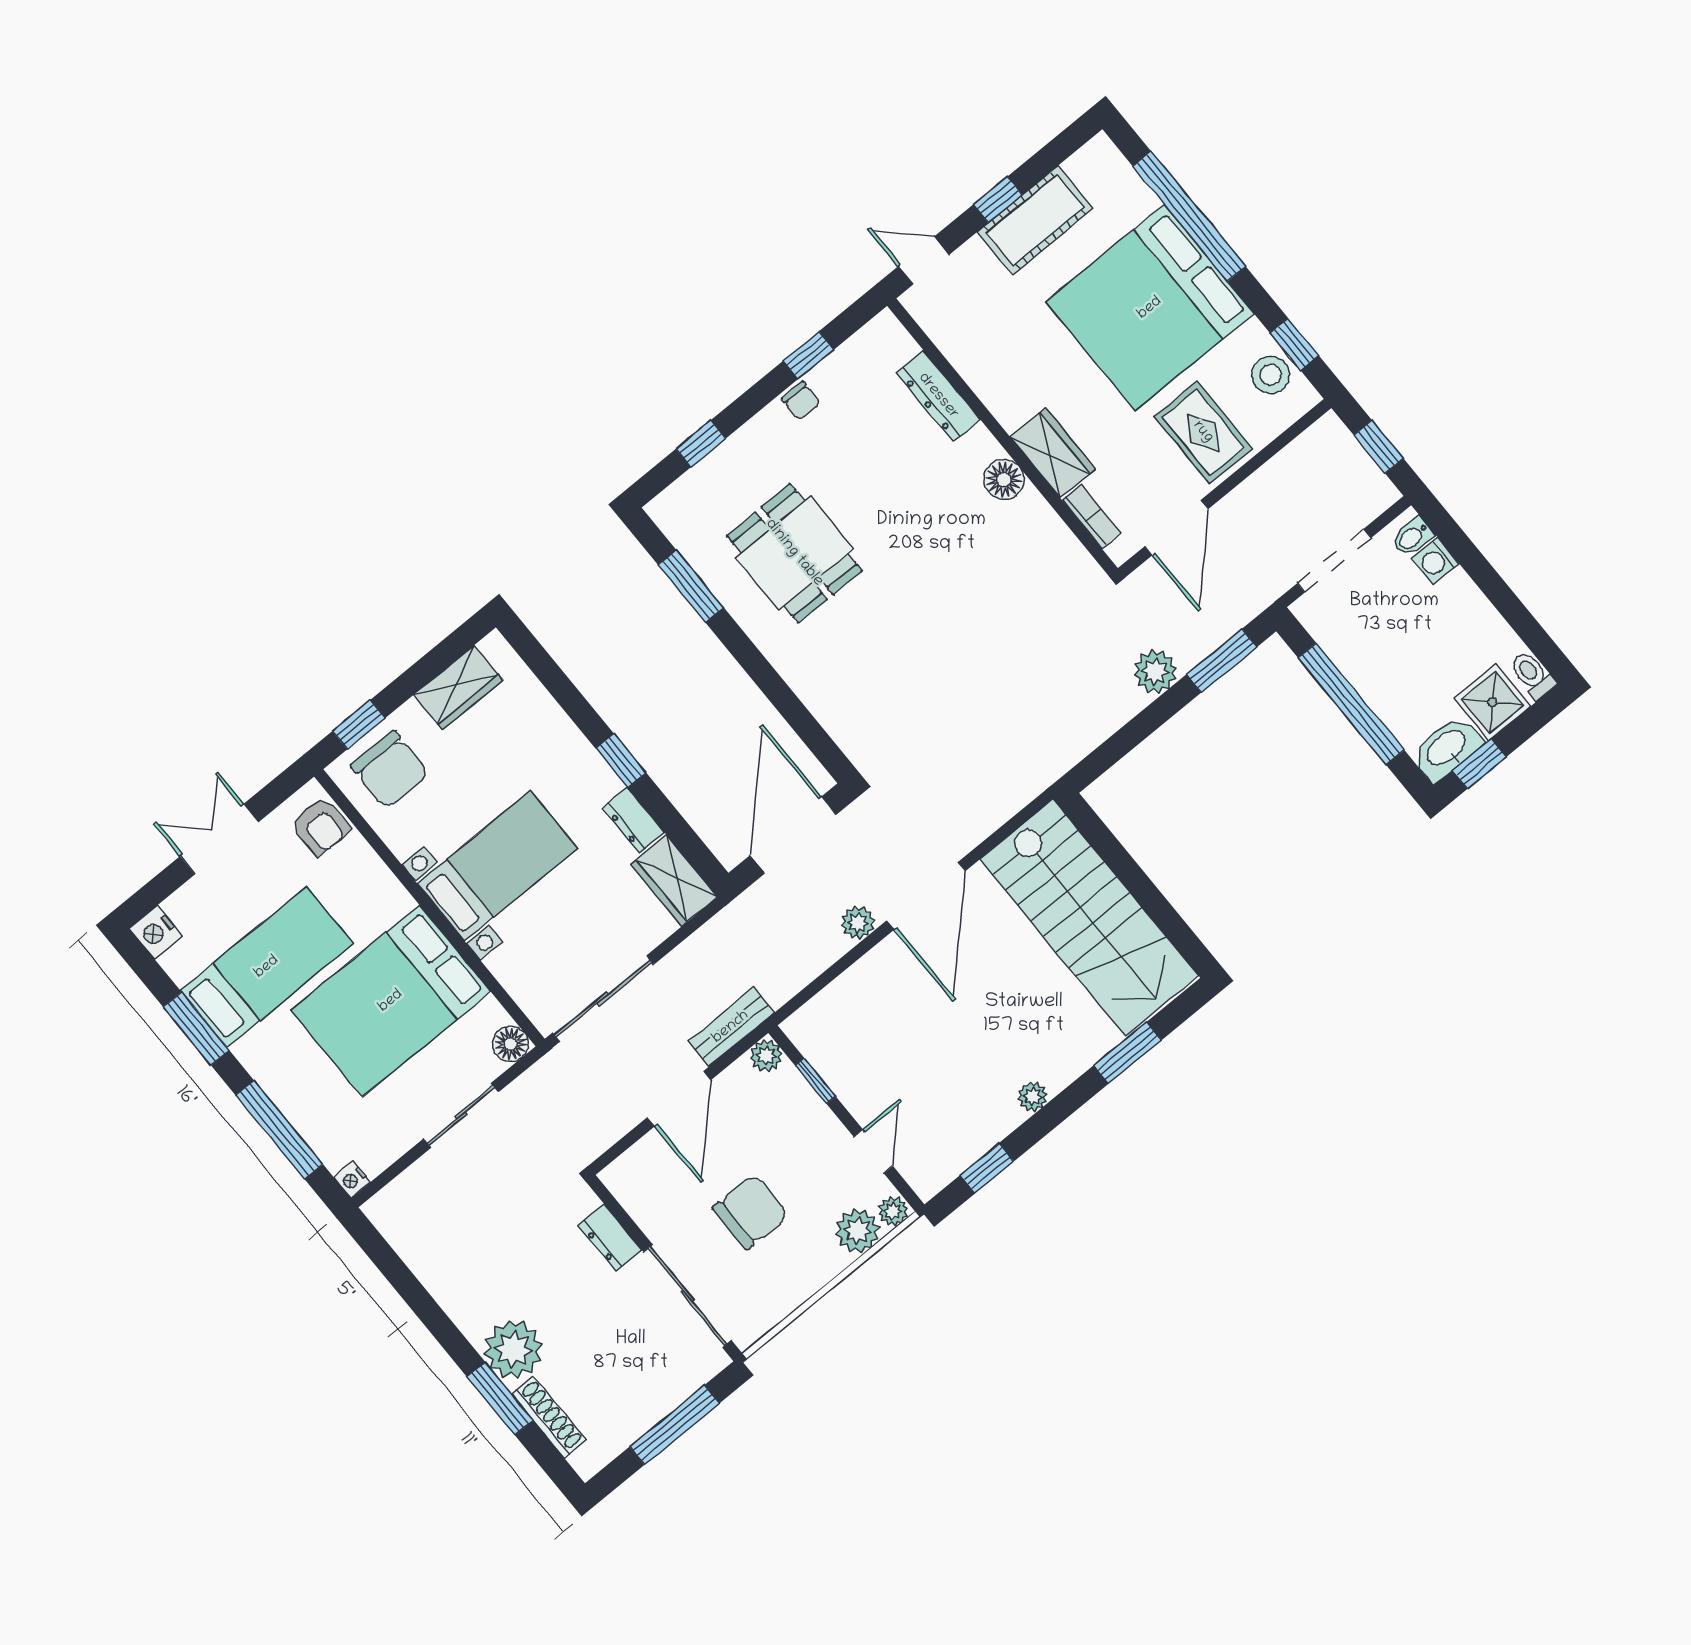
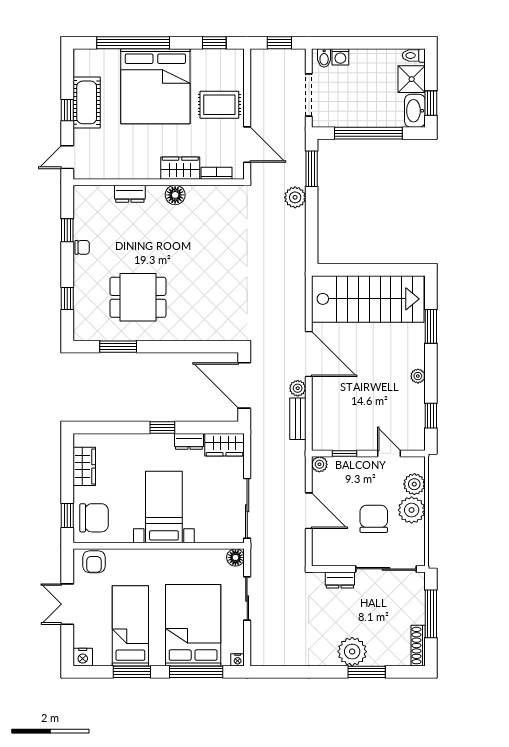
stool: (1271, 375) -> (219, 61), removed
dresser: (938, 396) -> (130, 194), width x0.70
armchair: (321, 826) -> (94, 562), turned 90
bed: (391, 1001) -> (193, 625), moved, turned 180
bench: (731, 1027) -> (298, 419), moved
plant: (893, 1211) -> (412, 510), moved, width x1.88, depth x1.88
shoe rack: (549, 1417) -> (418, 646), moved, turned -90

